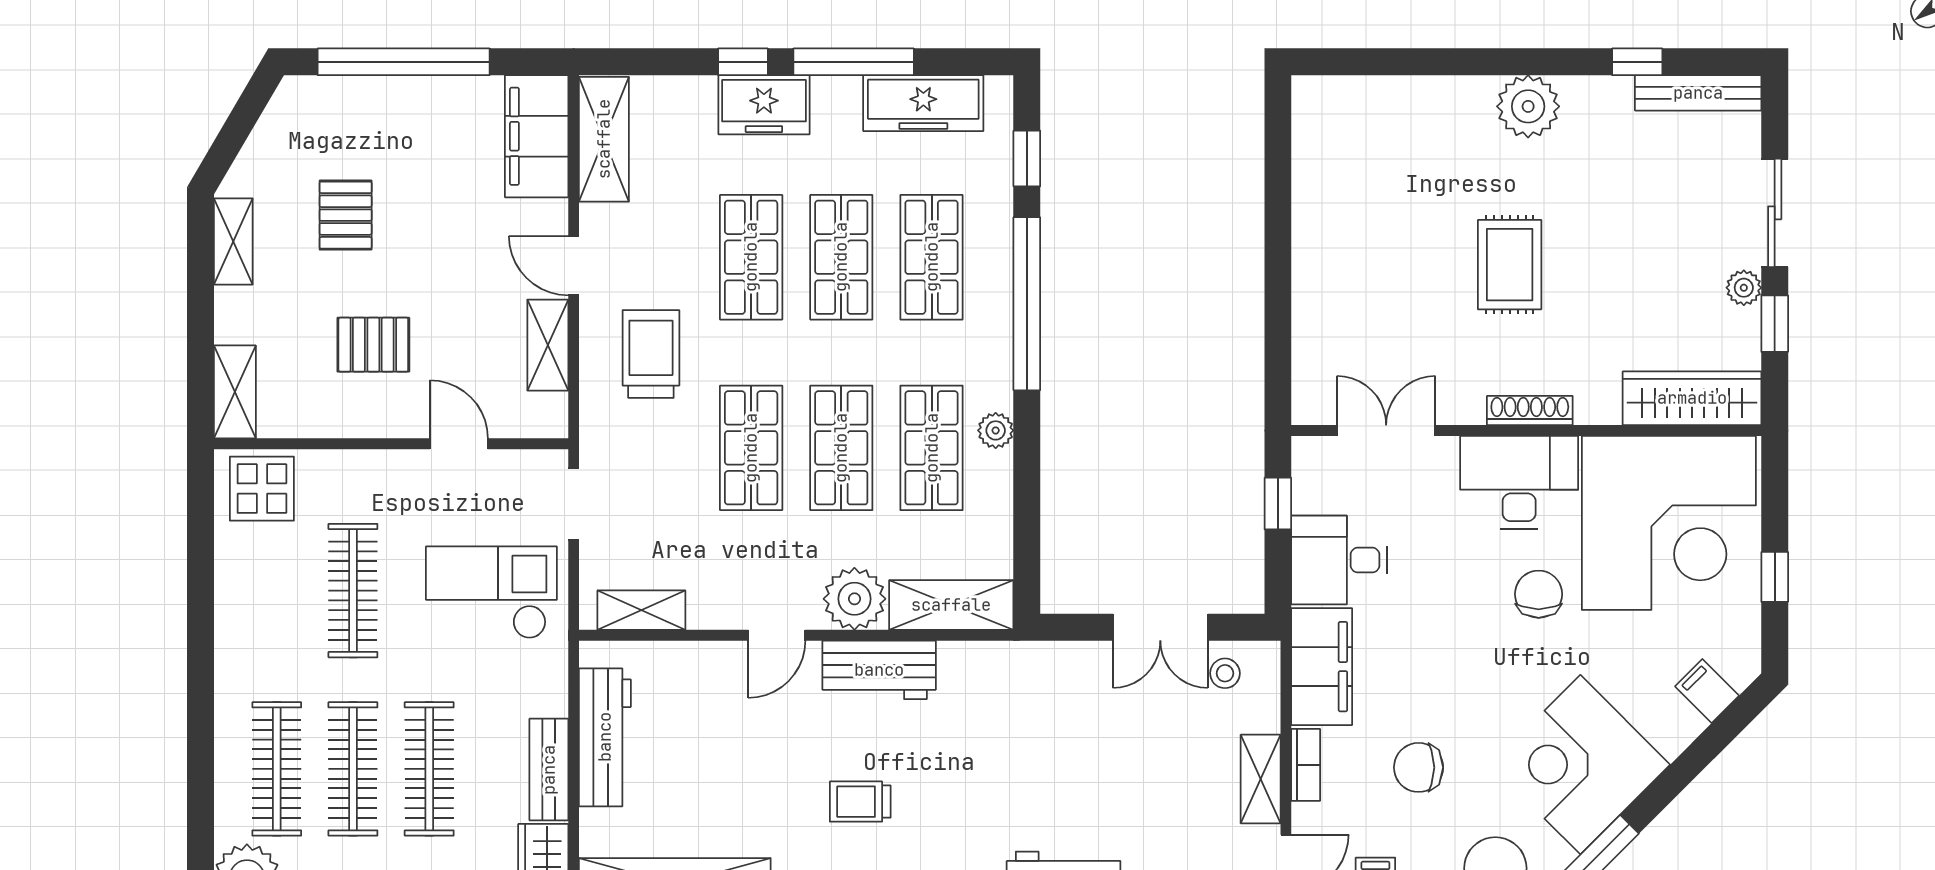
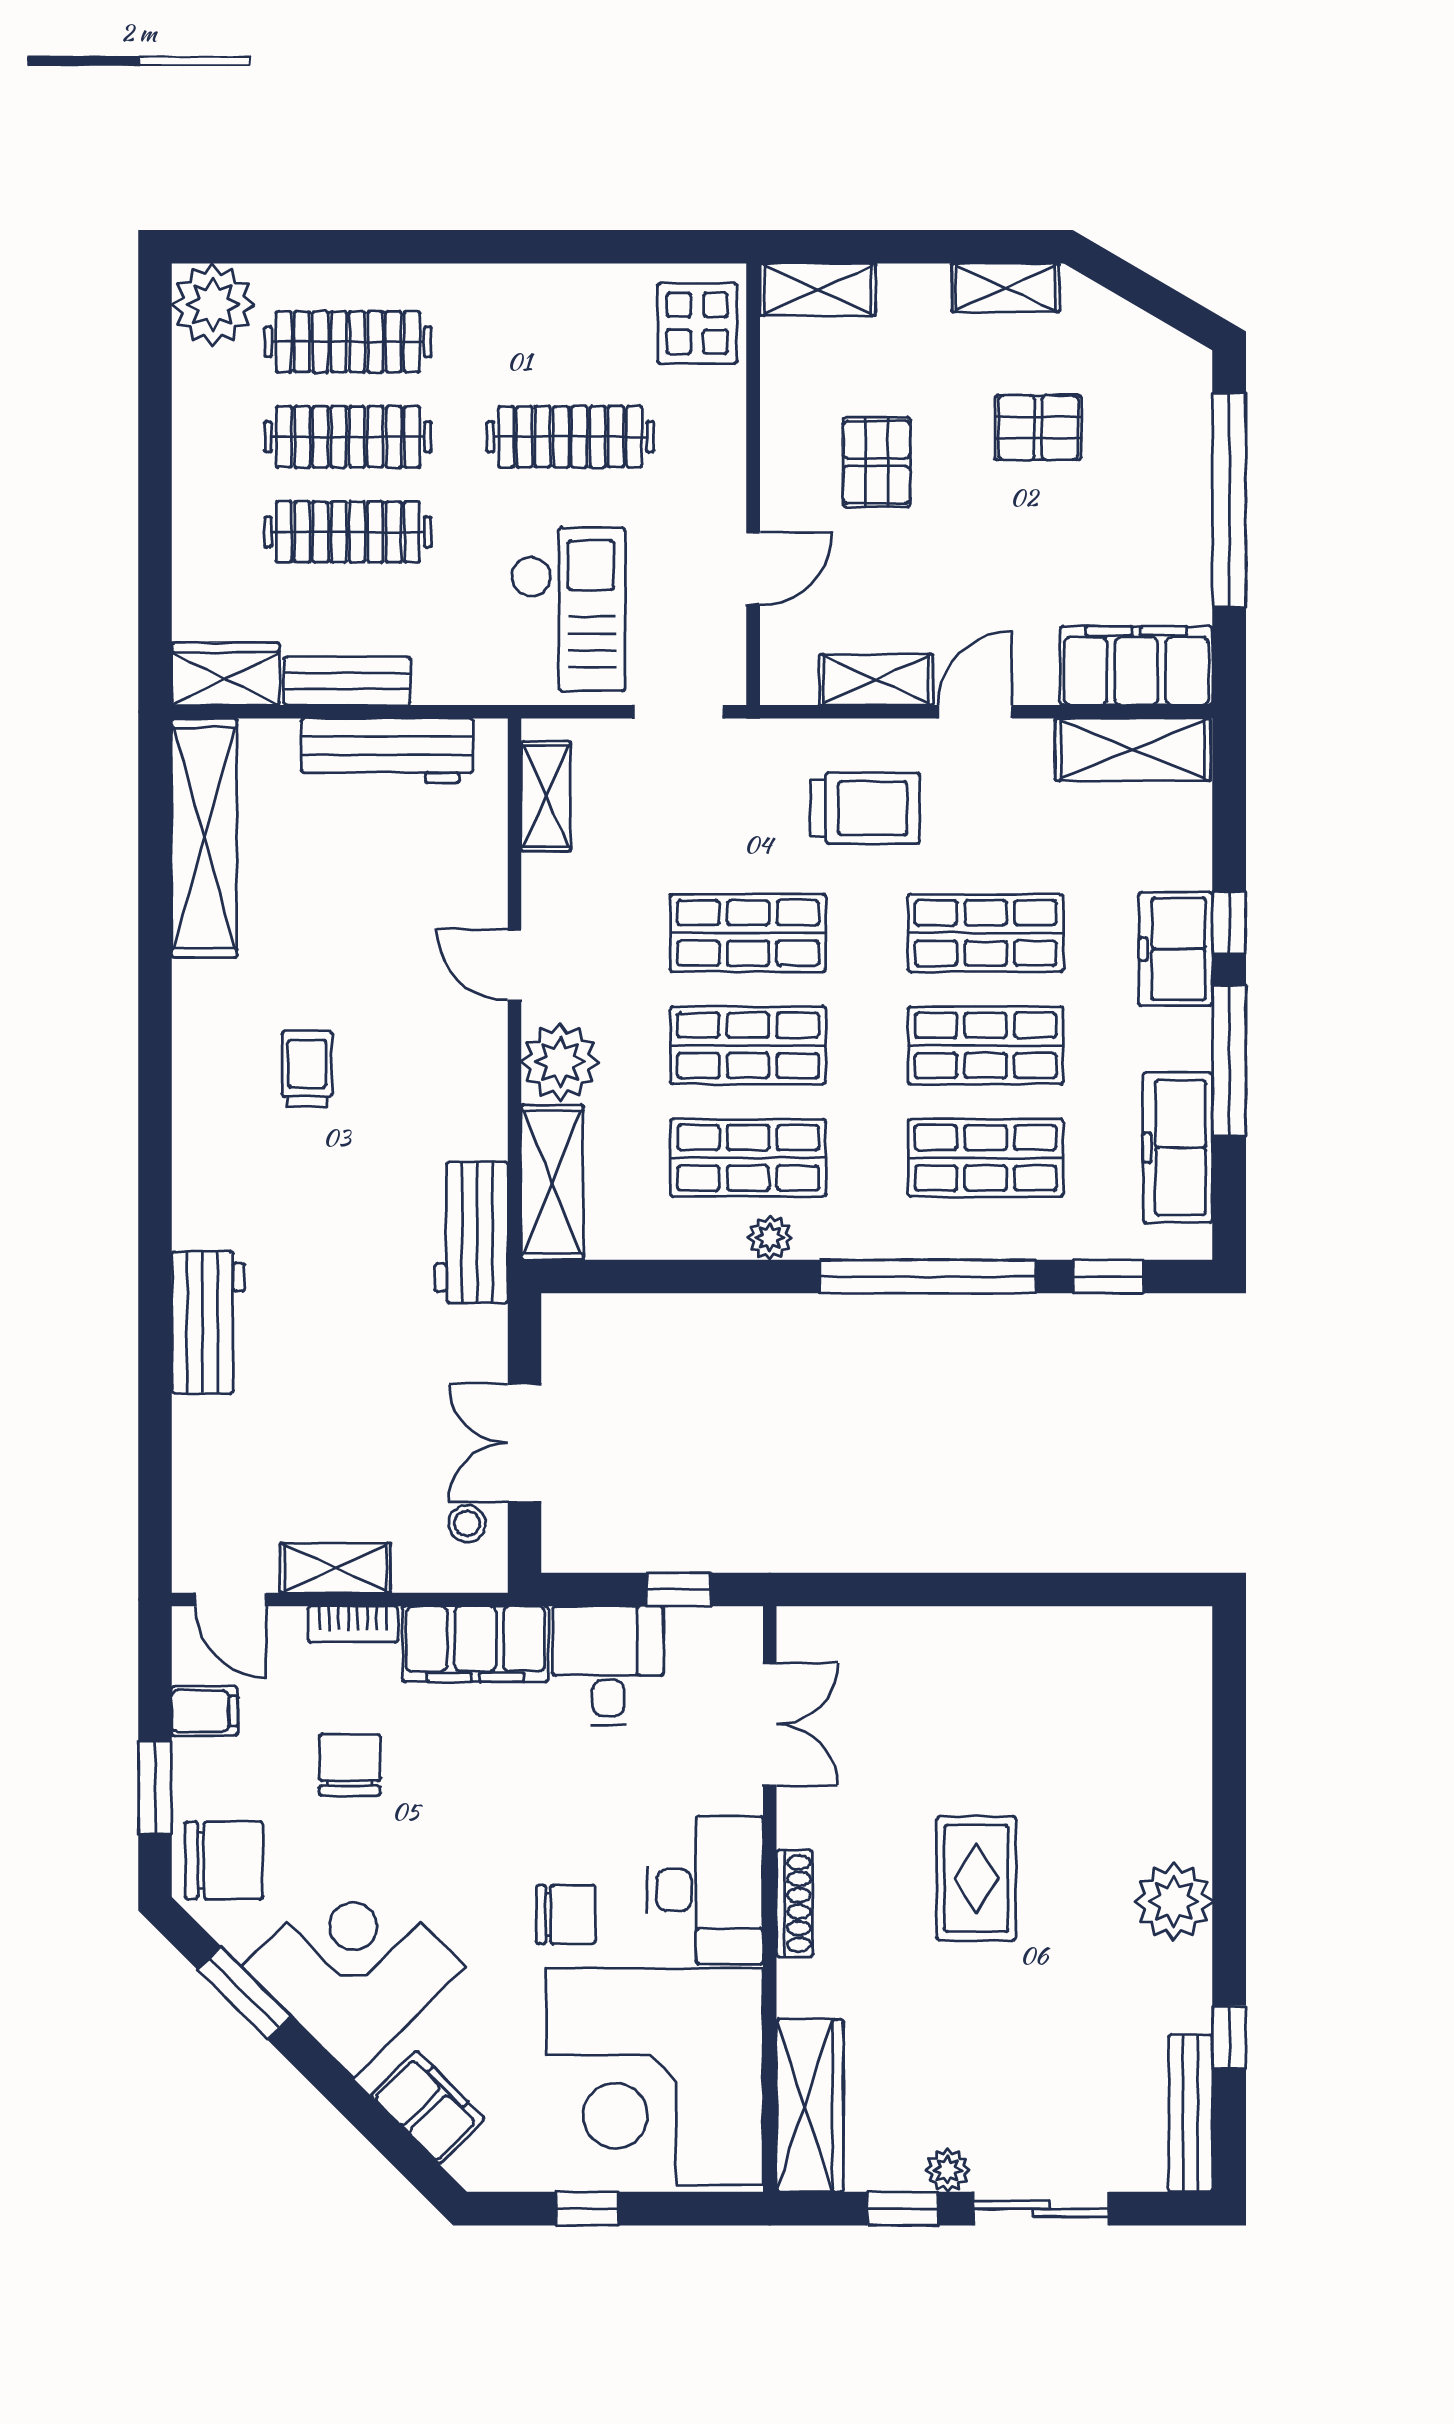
rug: (1510, 265) -> (976, 1878), turned 90
workbench: (879, 670) -> (471, 1232), moved
filing cabinet: (1707, 691) -> (428, 2107), width x2.00

